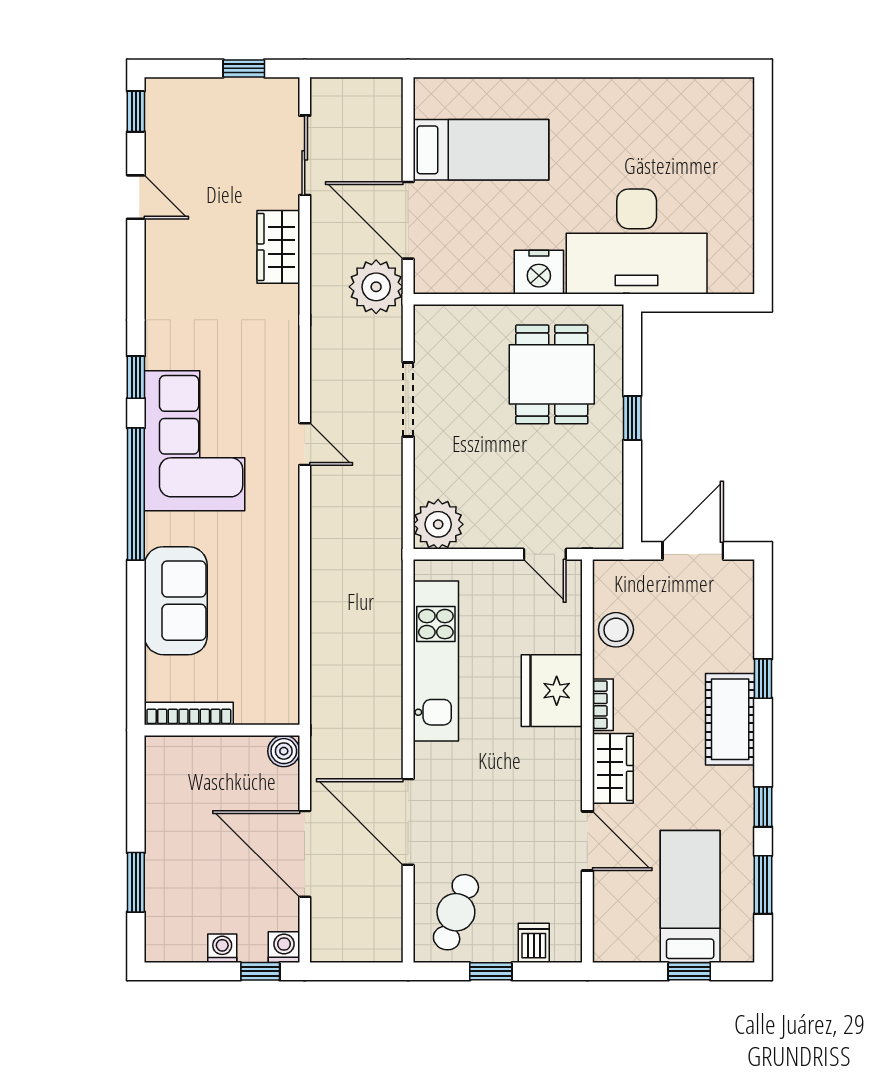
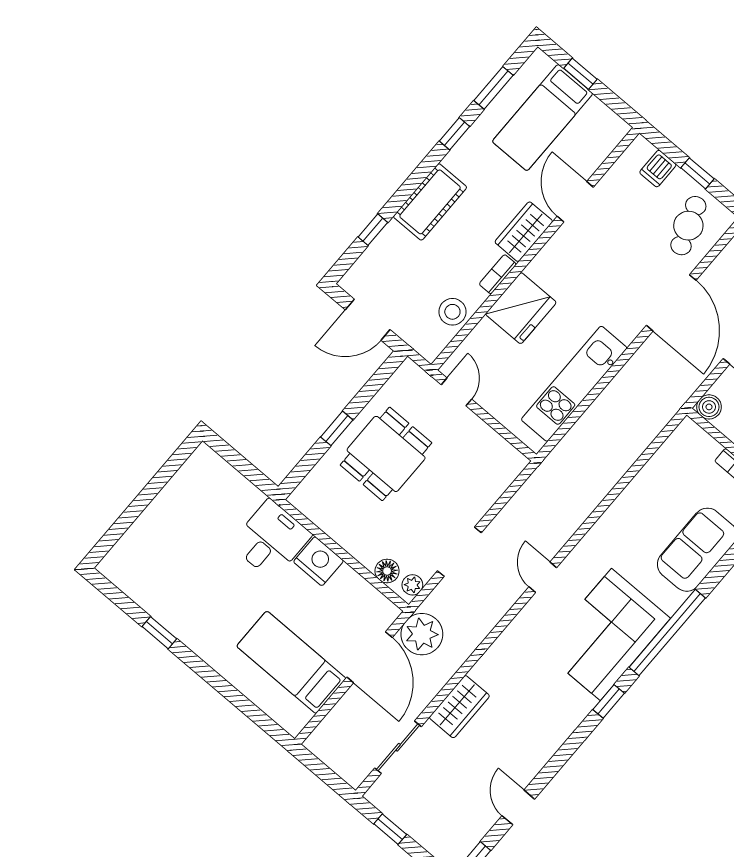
window: (636, 68) -> (159, 633), added
desk: (637, 241) -> (271, 540), width x0.53, depth x0.77
floor lamp: (463, 320) -> (387, 571), added
dining table: (552, 374) -> (386, 454), moved
plant: (438, 524) -> (412, 585), moved, width x0.53, depth x0.53
window: (763, 679) -> (373, 230), moved
cafe table: (456, 912) -> (688, 226), turned -40

